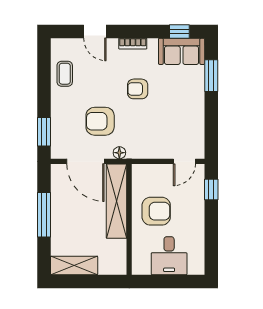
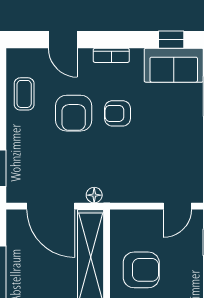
armchair: (100, 121) -> (74, 113), moved, turned -90

